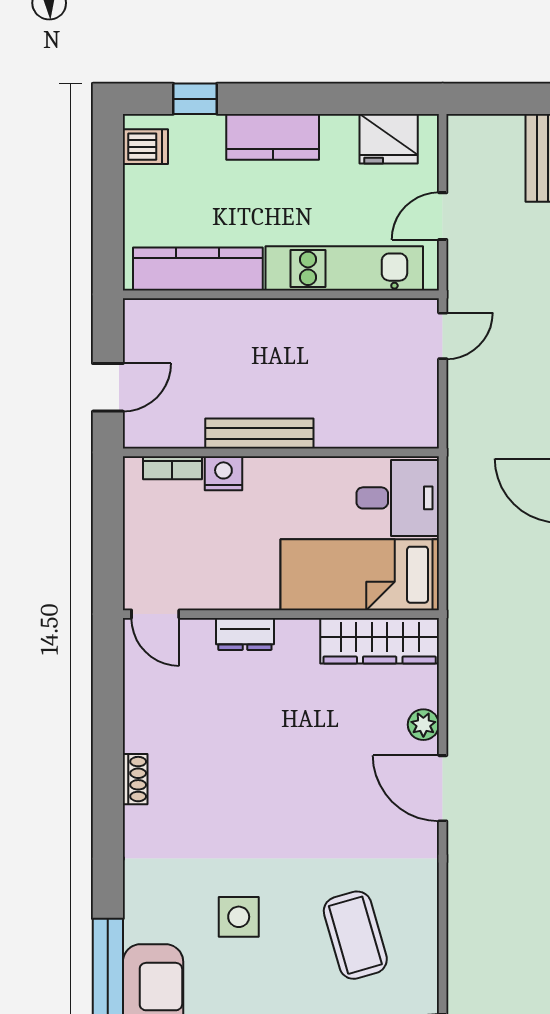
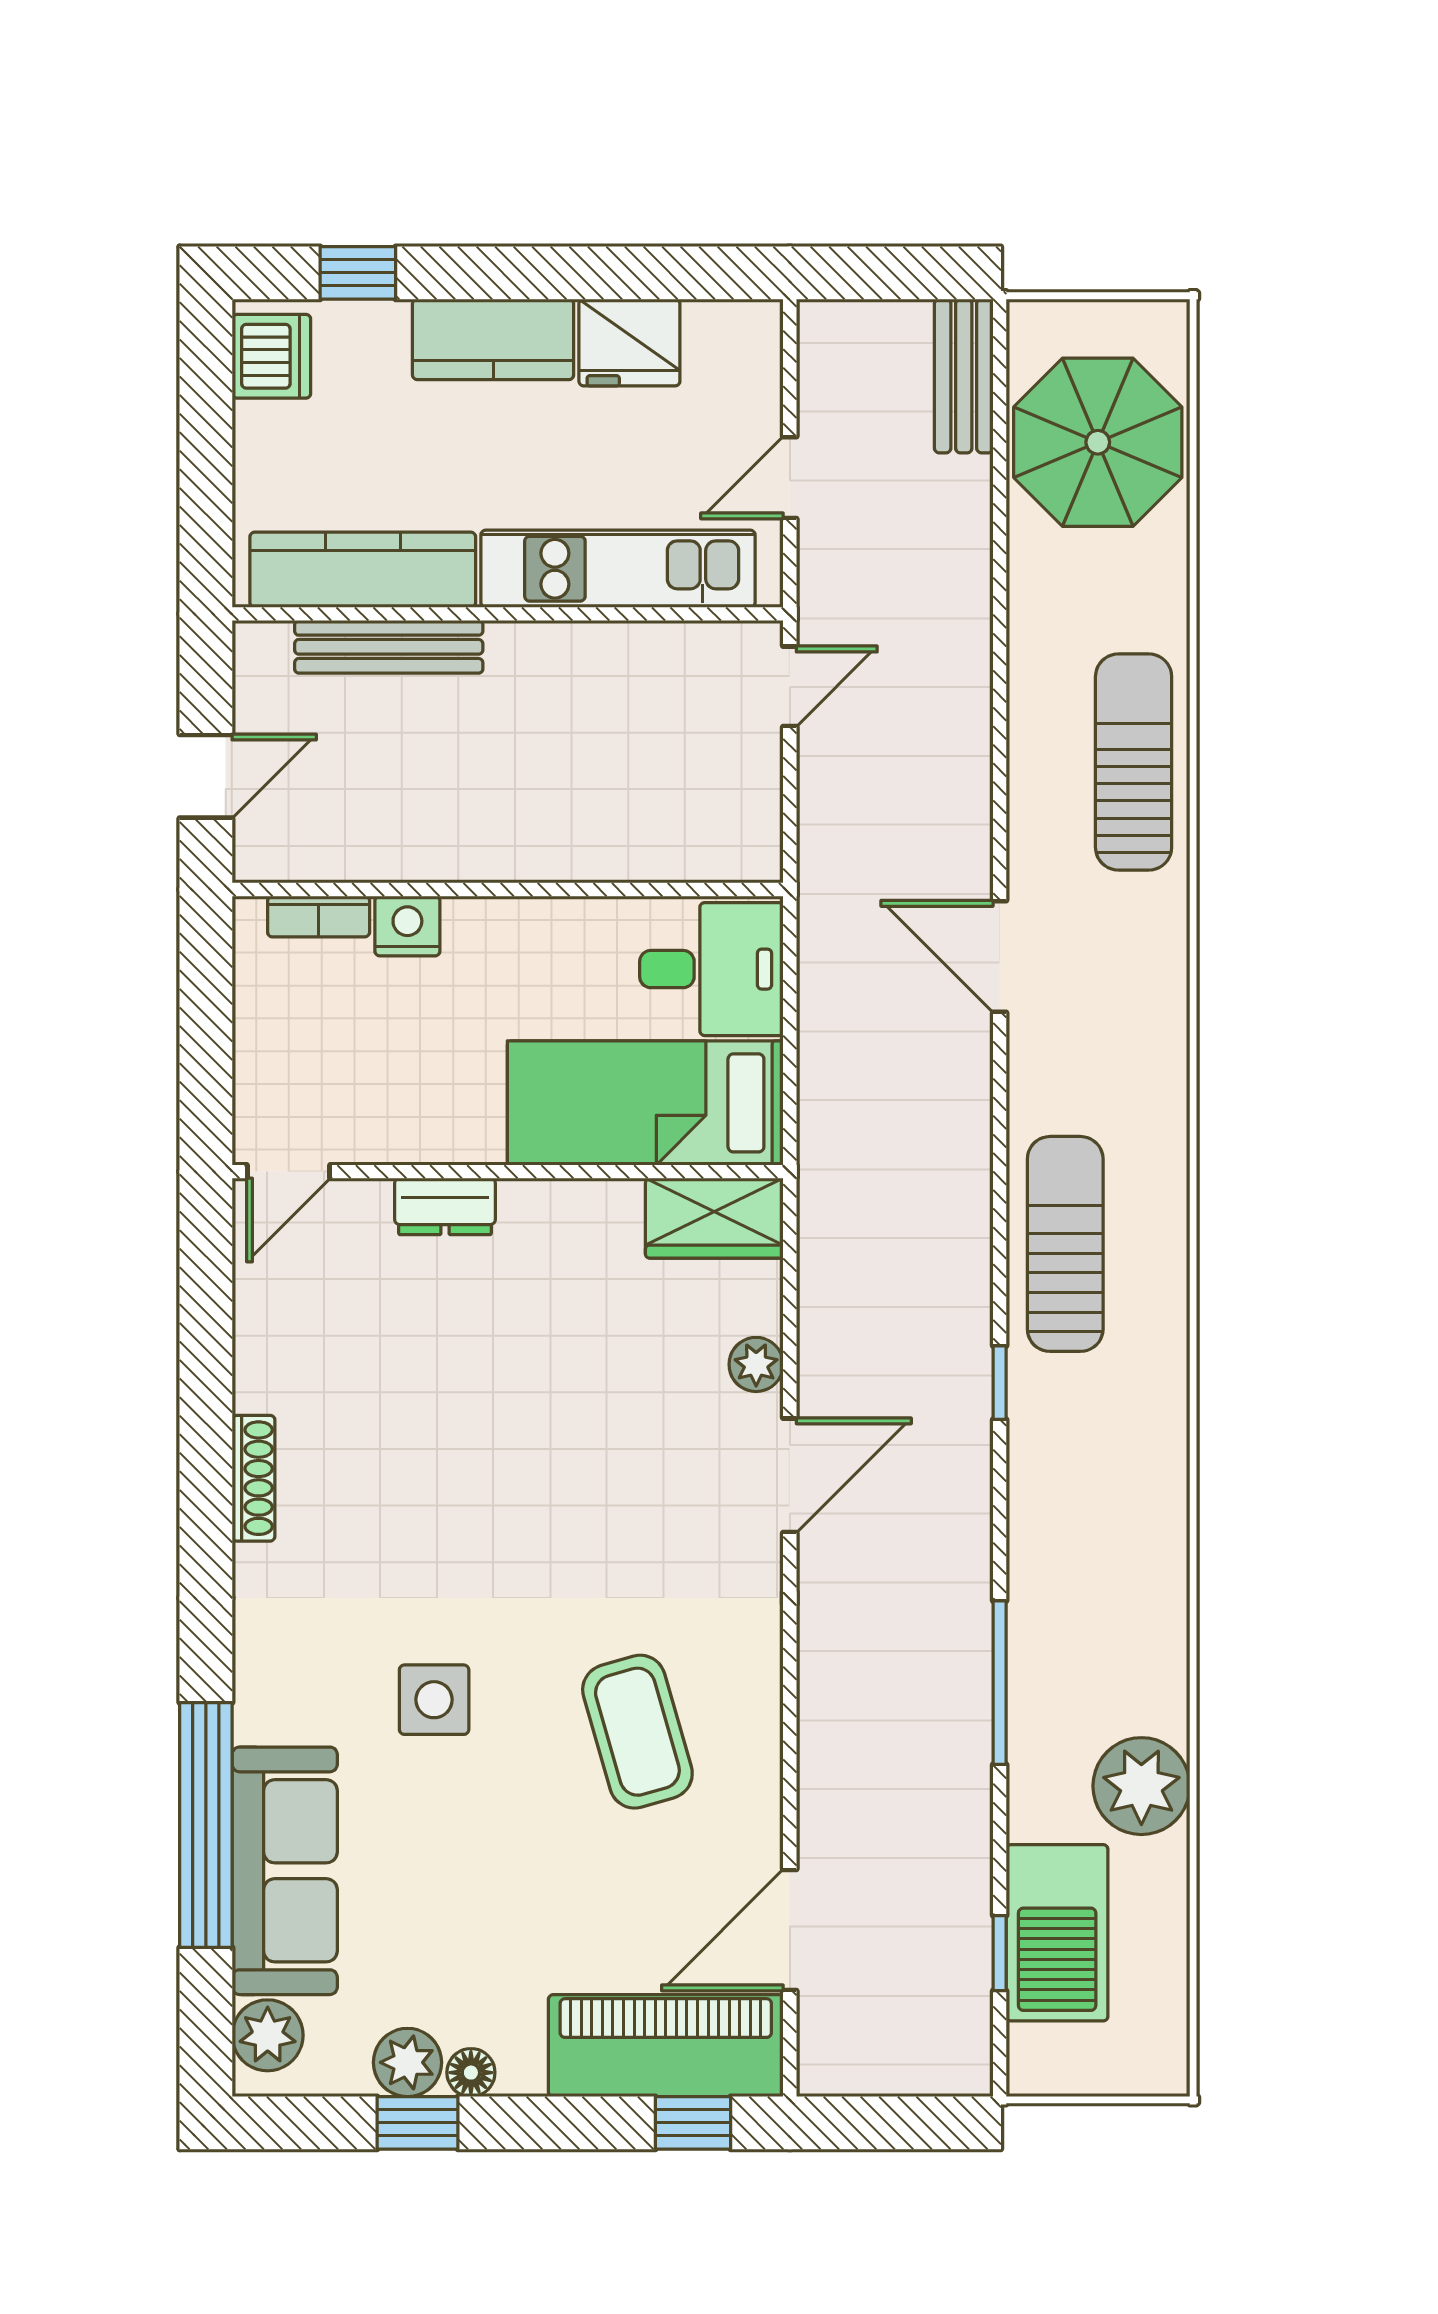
fridge: (389, 139) -> (629, 342), moved
dishwasher: (145, 147) -> (271, 356), width x1.38
bench: (259, 433) -> (389, 647), moved
door: (155, 614) -> (288, 1172), hinge flipped
wardrobe: (380, 641) -> (714, 1218), width x0.67
shoe rack: (135, 779) -> (253, 1478), width x1.43
door: (443, 788) -> (790, 1475), swing flipped

